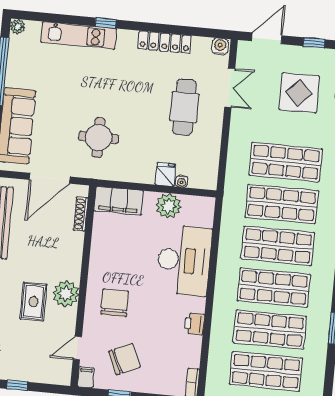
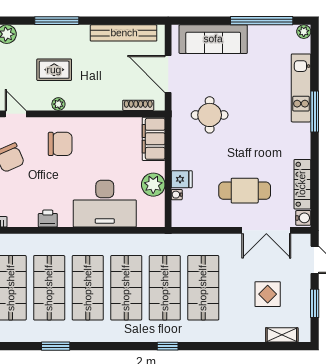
window: (106, 23) -> (315, 112), width x2.17
locker: (165, 42) -> (302, 184), moved
window: (314, 43) -> (315, 303), width x1.50
double door: (230, 88) -> (266, 230), width x1.37
display table: (299, 93) -> (268, 294), width x0.73, depth x0.73
plant: (66, 294) -> (58, 104), width x0.53, depth x0.53

